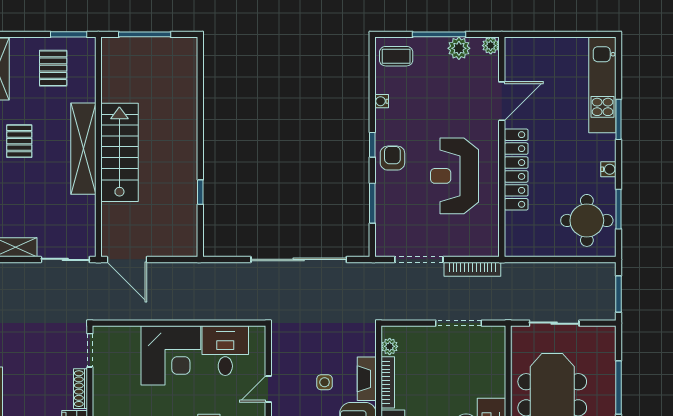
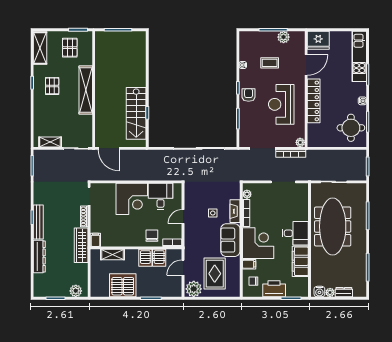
plant: (491, 46) -> (300, 142), moved
fridge: (525, 54) -> (318, 40), added
coffee table: (396, 56) -> (270, 63), moved
stairs: (119, 152) -> (136, 113), moved, turned 180

